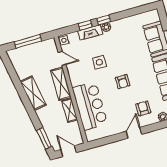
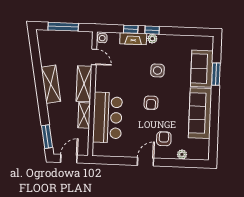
side table: (99, 62) -> (158, 70), moved
door: (69, 151) -> (69, 159), hinge flipped

